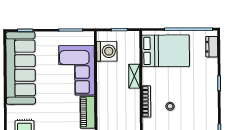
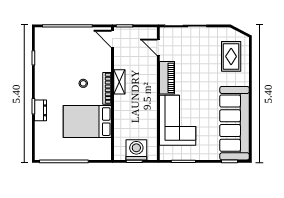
dresser: (212, 47) -> (41, 110), moved
washing machine: (107, 51) -> (136, 150), moved, turned 90
bed: (166, 51) -> (87, 122), moved
shelving: (134, 76) -> (119, 82), moved

